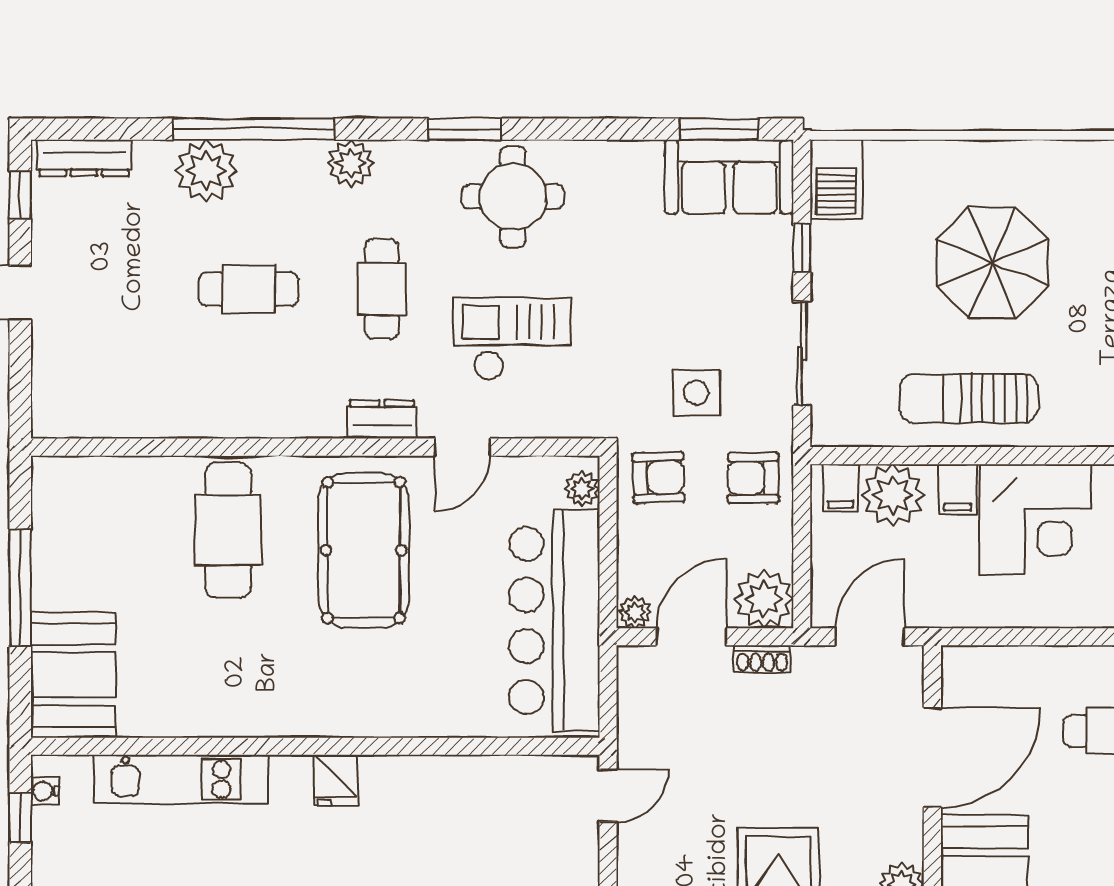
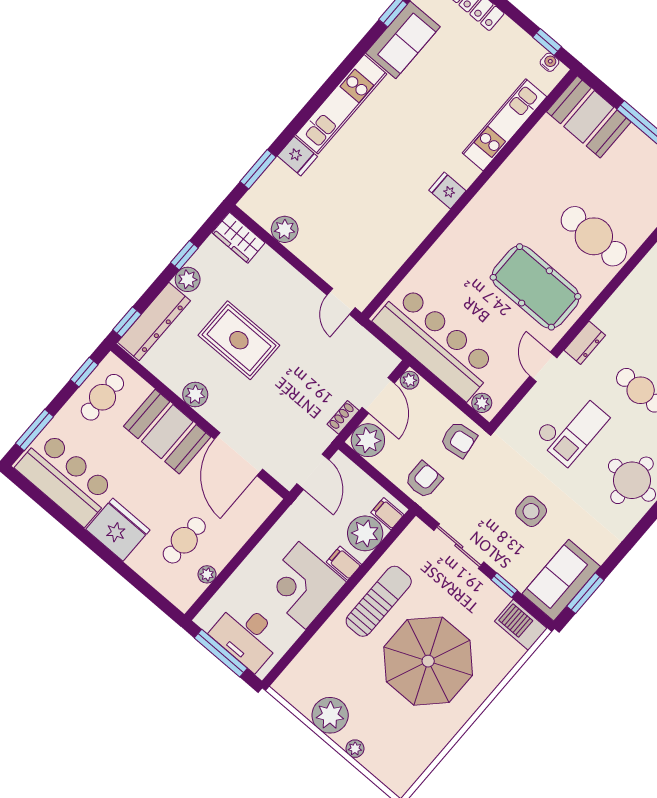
parasol: (992, 263) -> (428, 661), width x1.36, depth x1.36
side table: (696, 393) -> (531, 511), moved
armchair: (658, 477) -> (459, 440), turned -96

